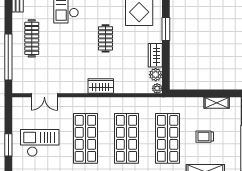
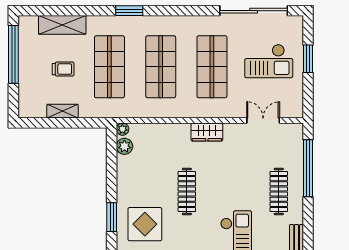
window: (166, 29) -> (112, 217), moved
clothes rail: (106, 38) -> (187, 191), width x1.36
wardrobe: (155, 55) -> (125, 170), removed
wardrobe: (101, 86) -> (207, 132), moved
shelving: (217, 103) -> (63, 111), moved

